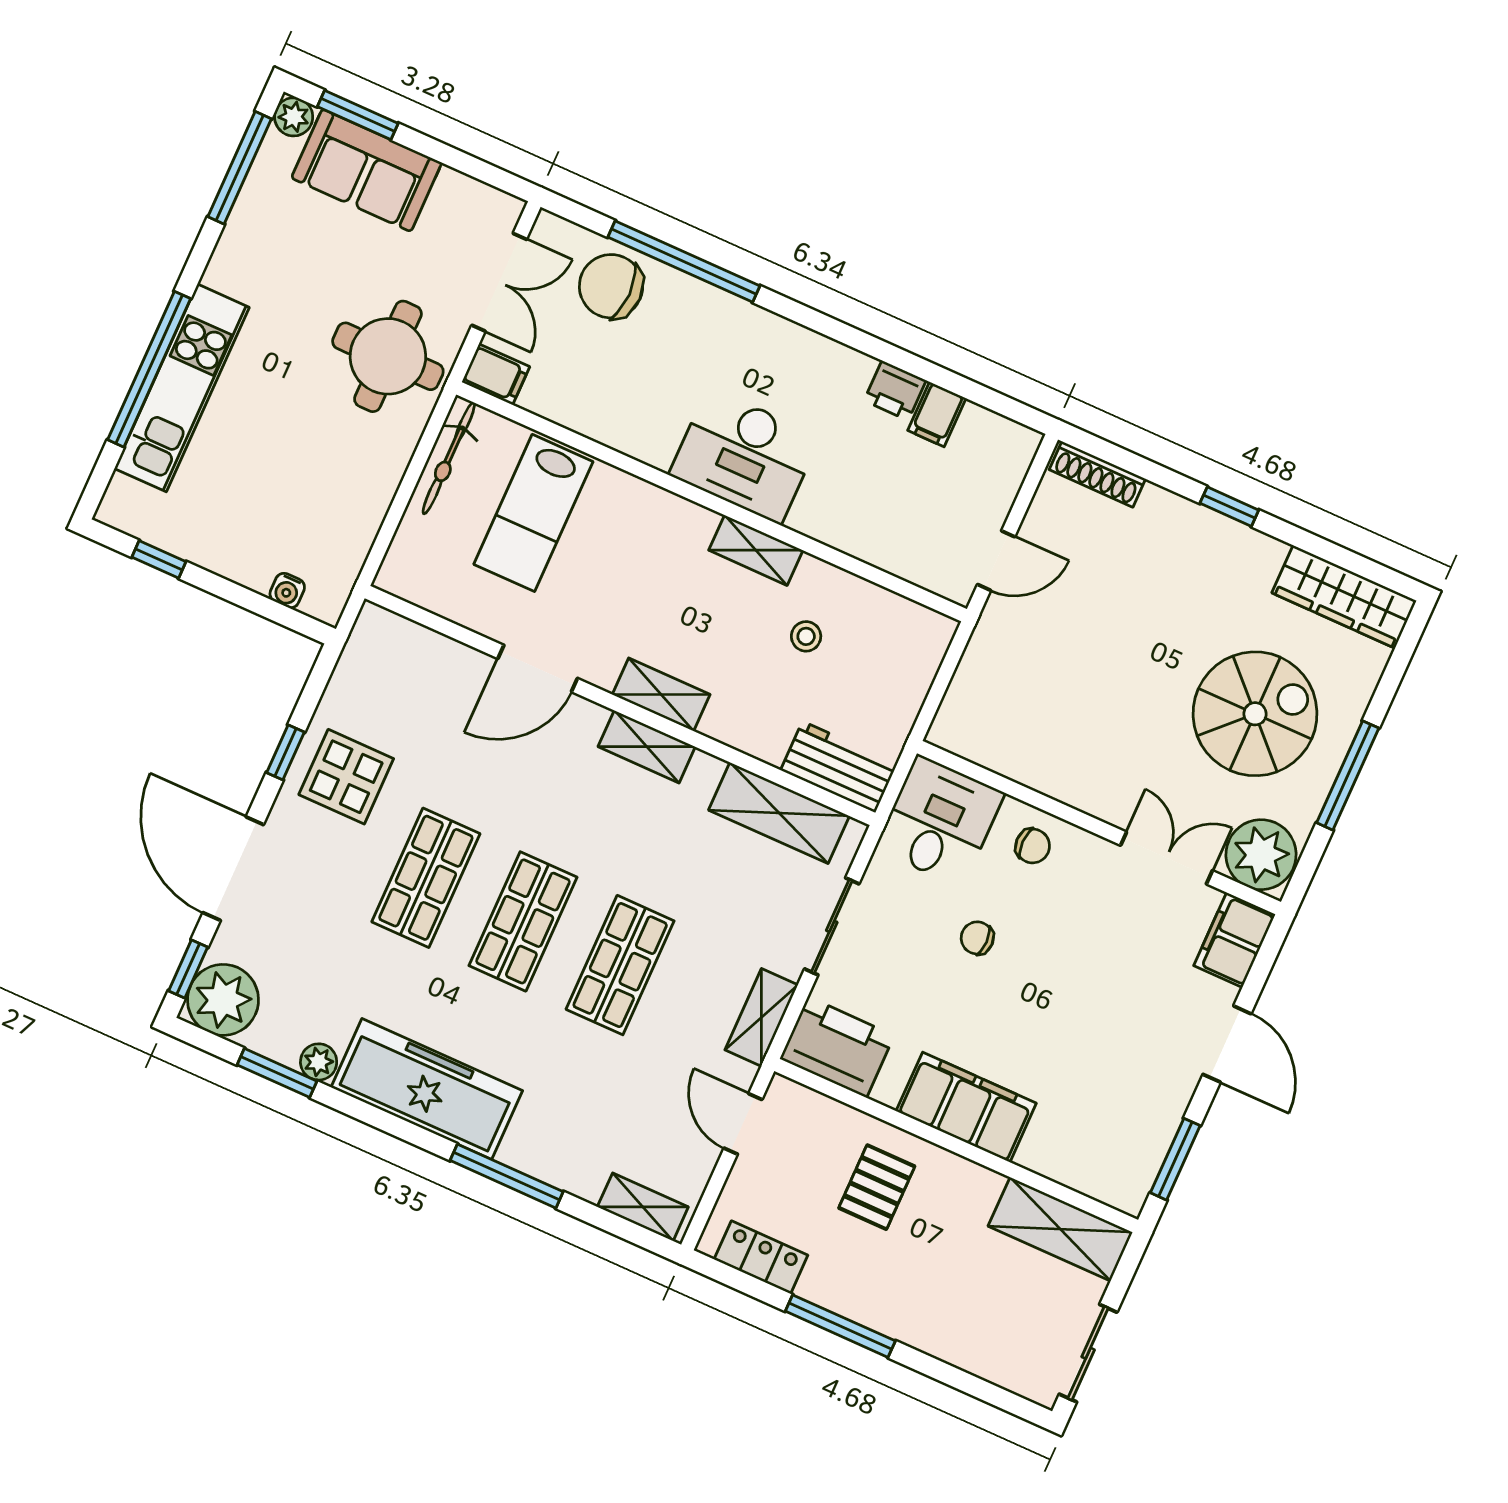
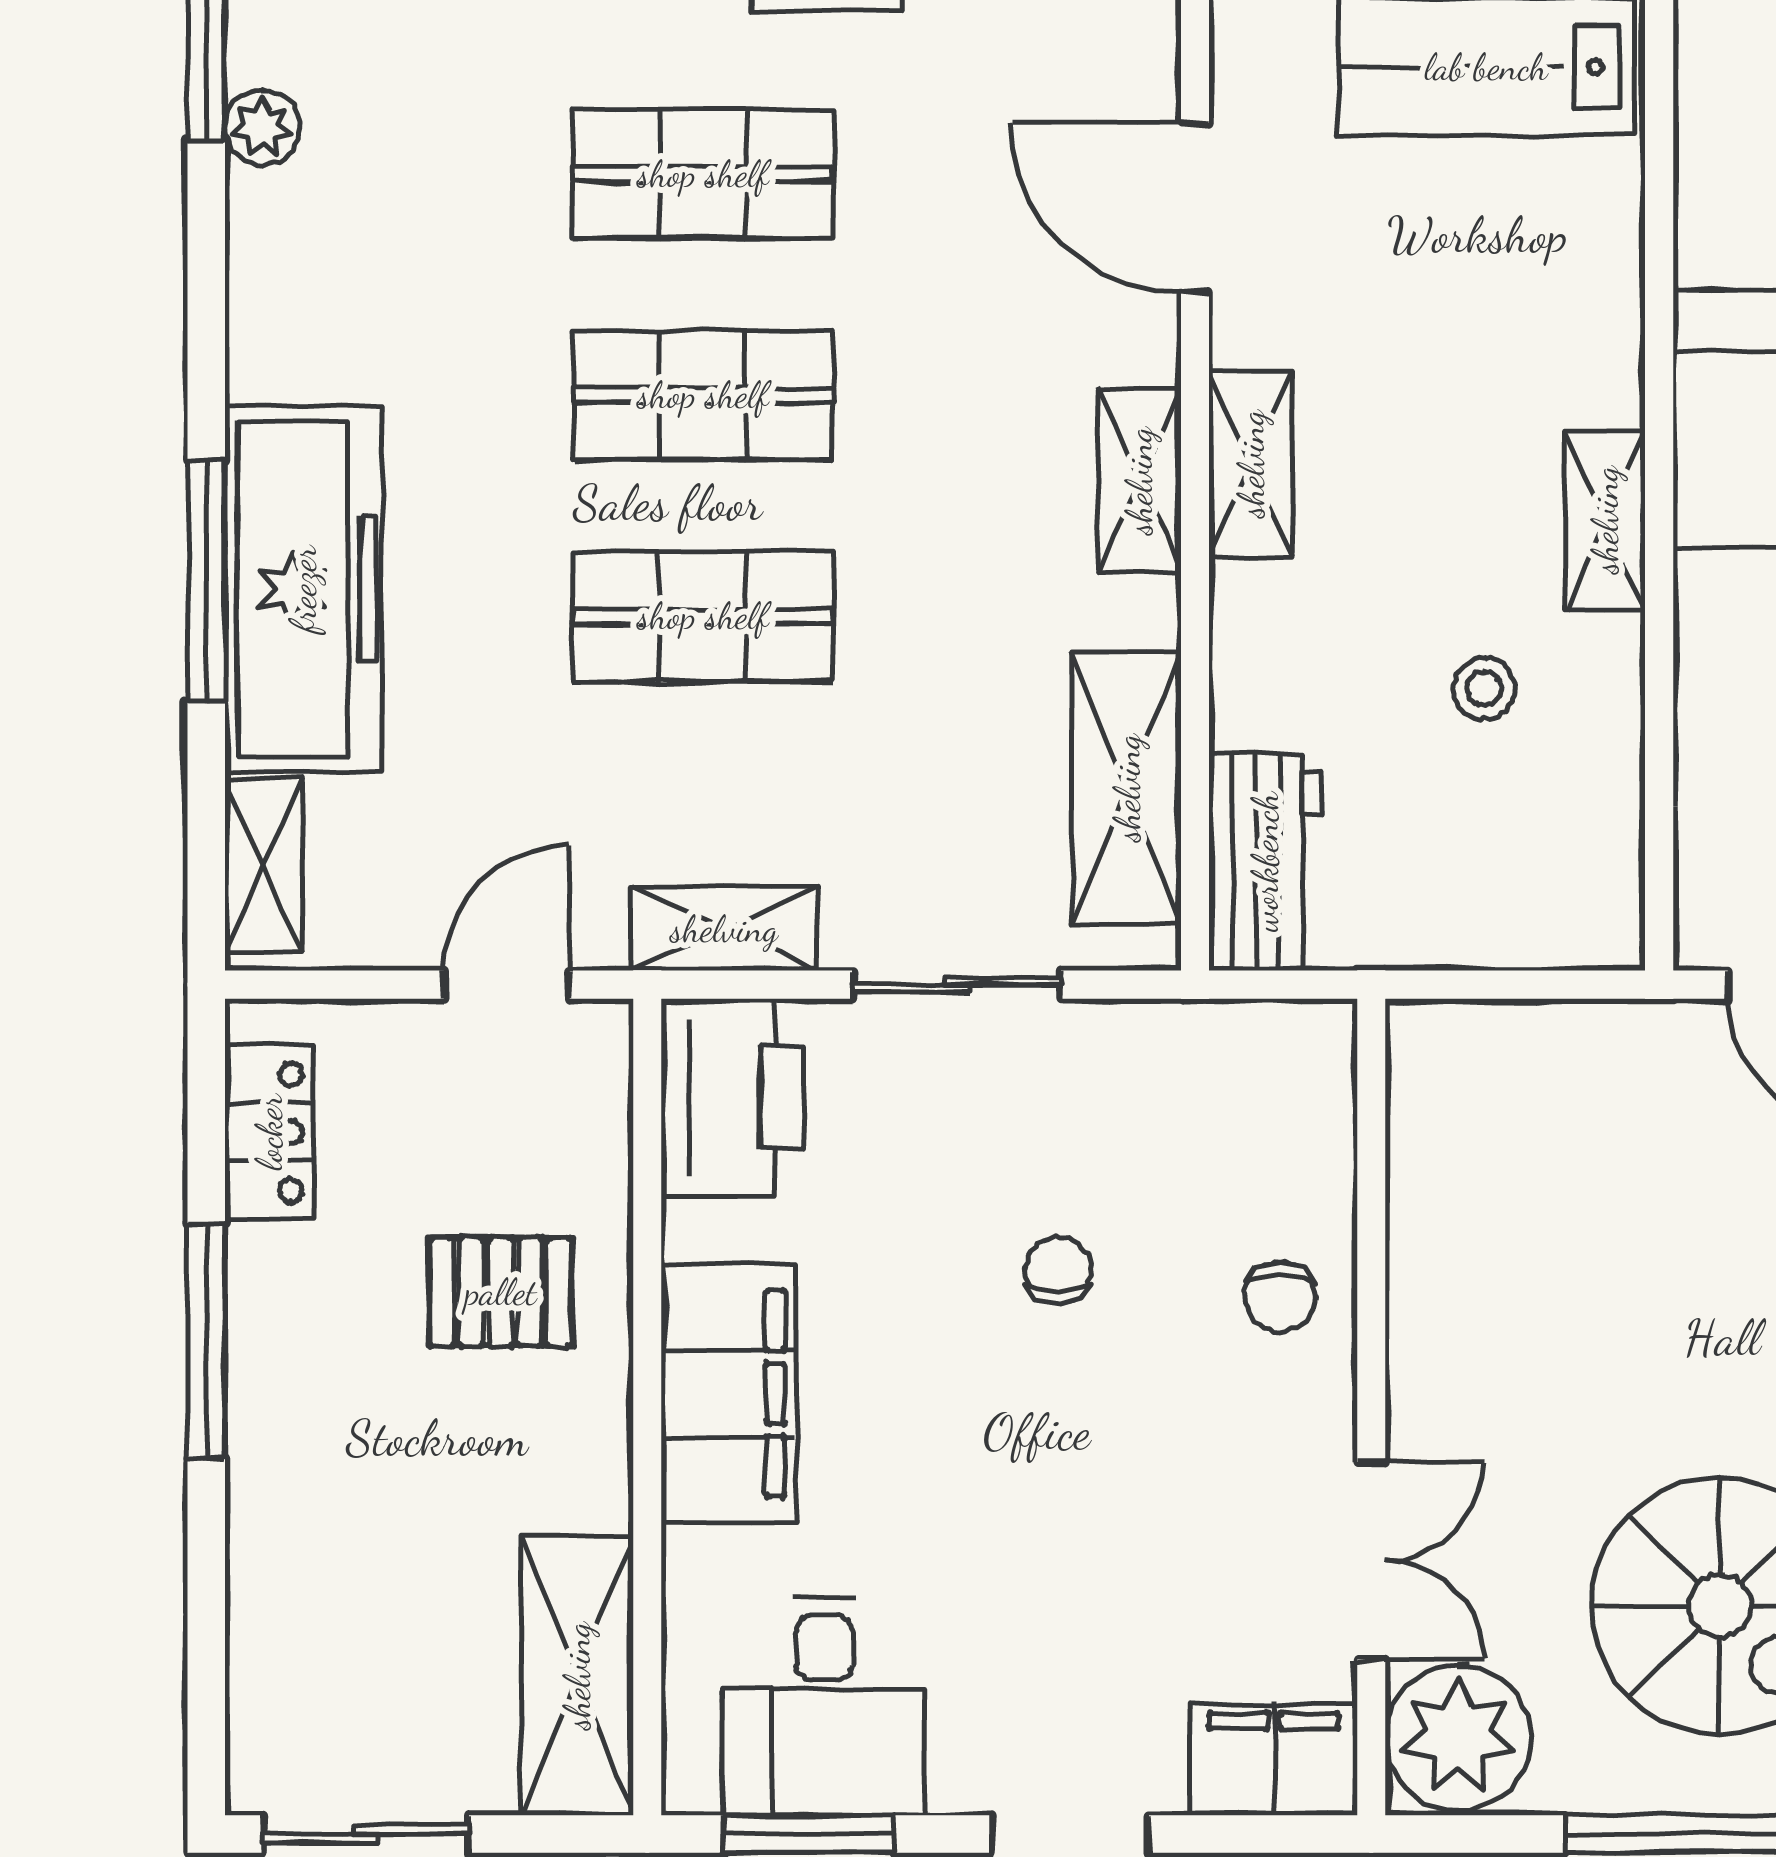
desk: (940, 821) -> (824, 1706), moved, turned 90
freezer: (427, 1089) -> (303, 589), moved

